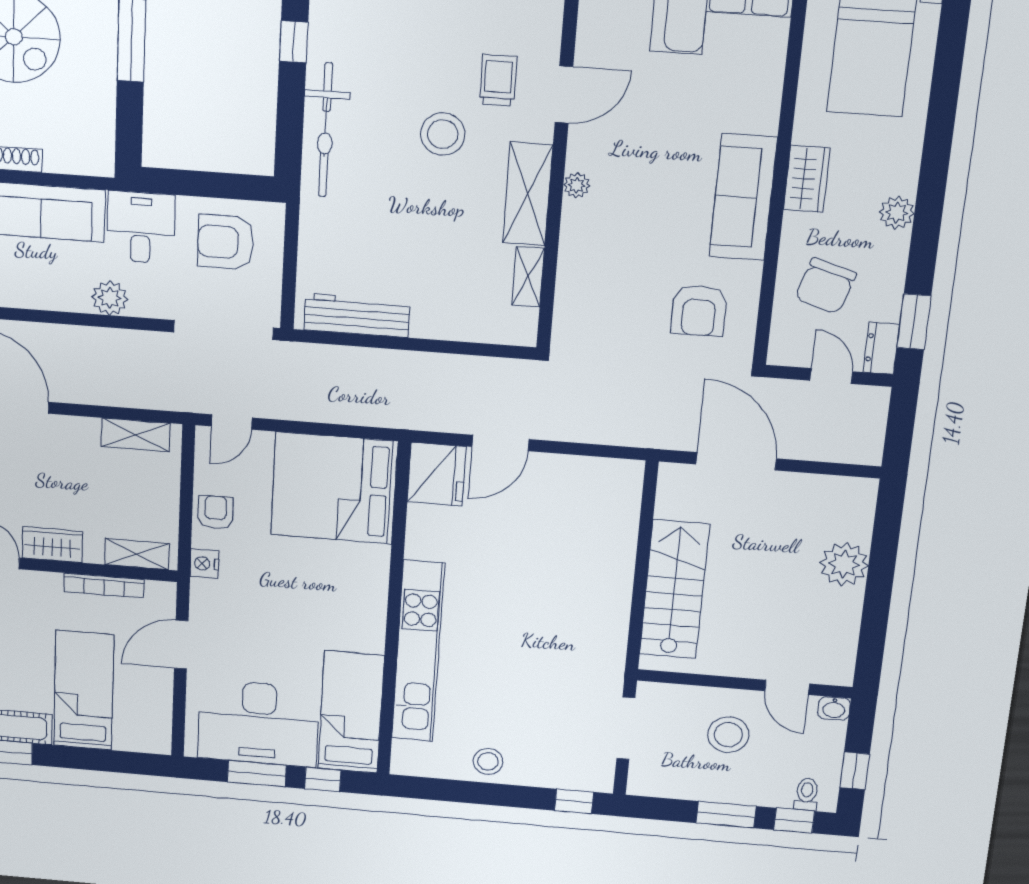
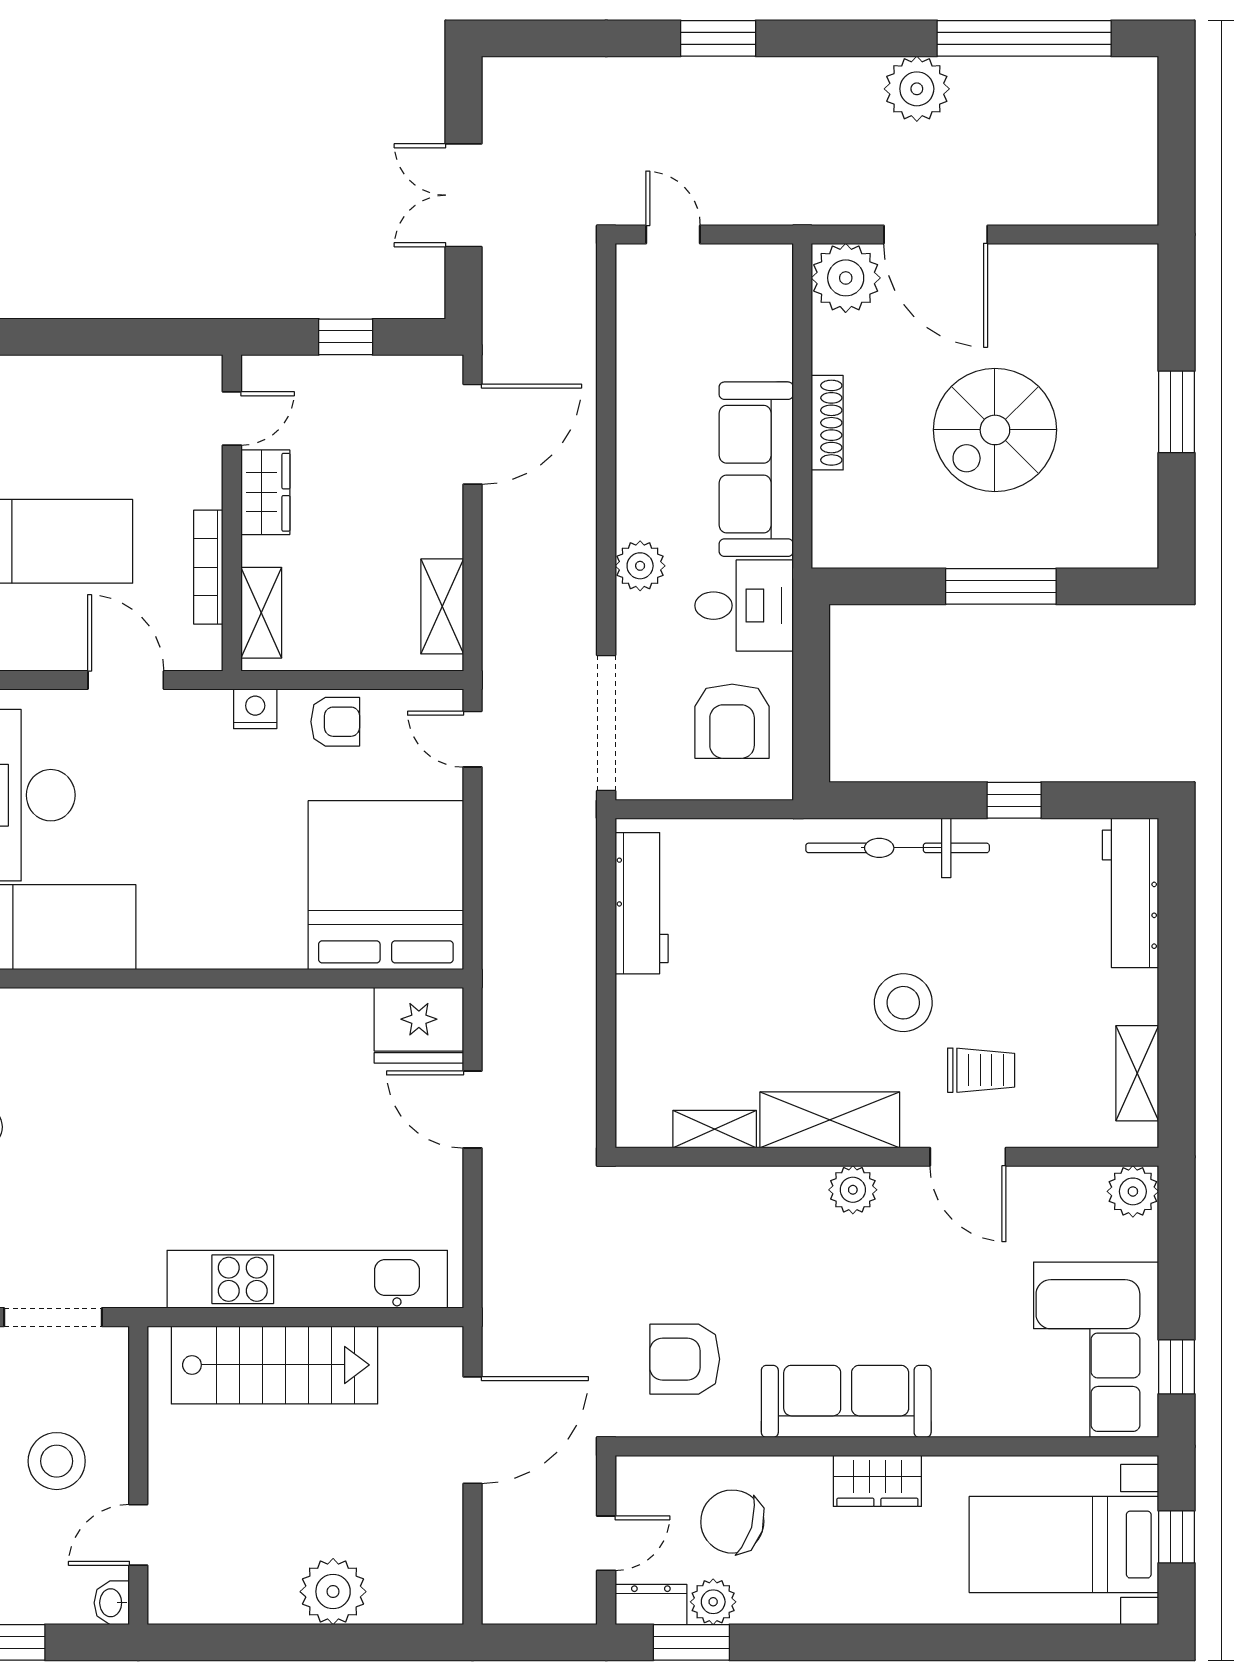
plant: (577, 185) -> (853, 1190), width x1.38, depth x1.38
plant: (897, 213) -> (713, 1602), moved
armchair: (226, 242) -> (732, 721), turned 180
kitchen unit: (418, 651) -> (307, 1279), moved, turned 180

